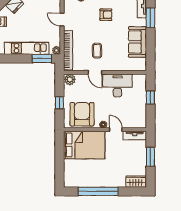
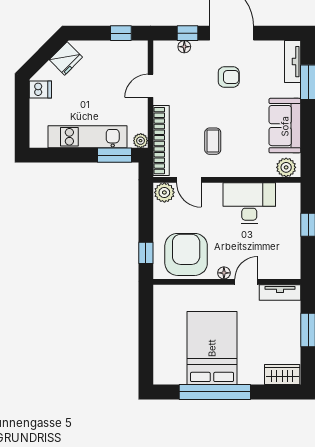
door: (62, 20) -> (150, 86), hinge flipped
plant: (138, 65) -> (286, 167), added
door: (95, 72) -> (189, 180), moved
window: (59, 103) -> (146, 253), moved
door: (116, 130) -> (246, 282), hinge flipped
bed: (84, 145) -> (212, 348), moved, turned -90

